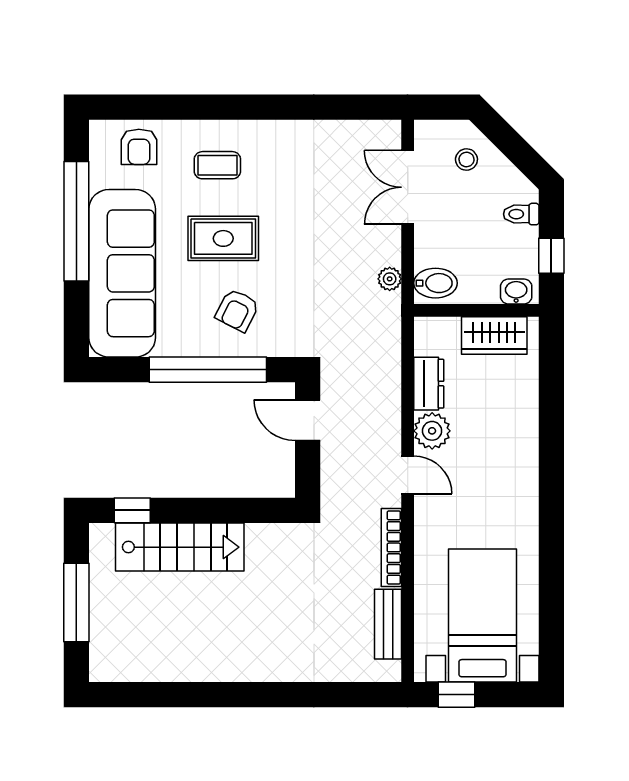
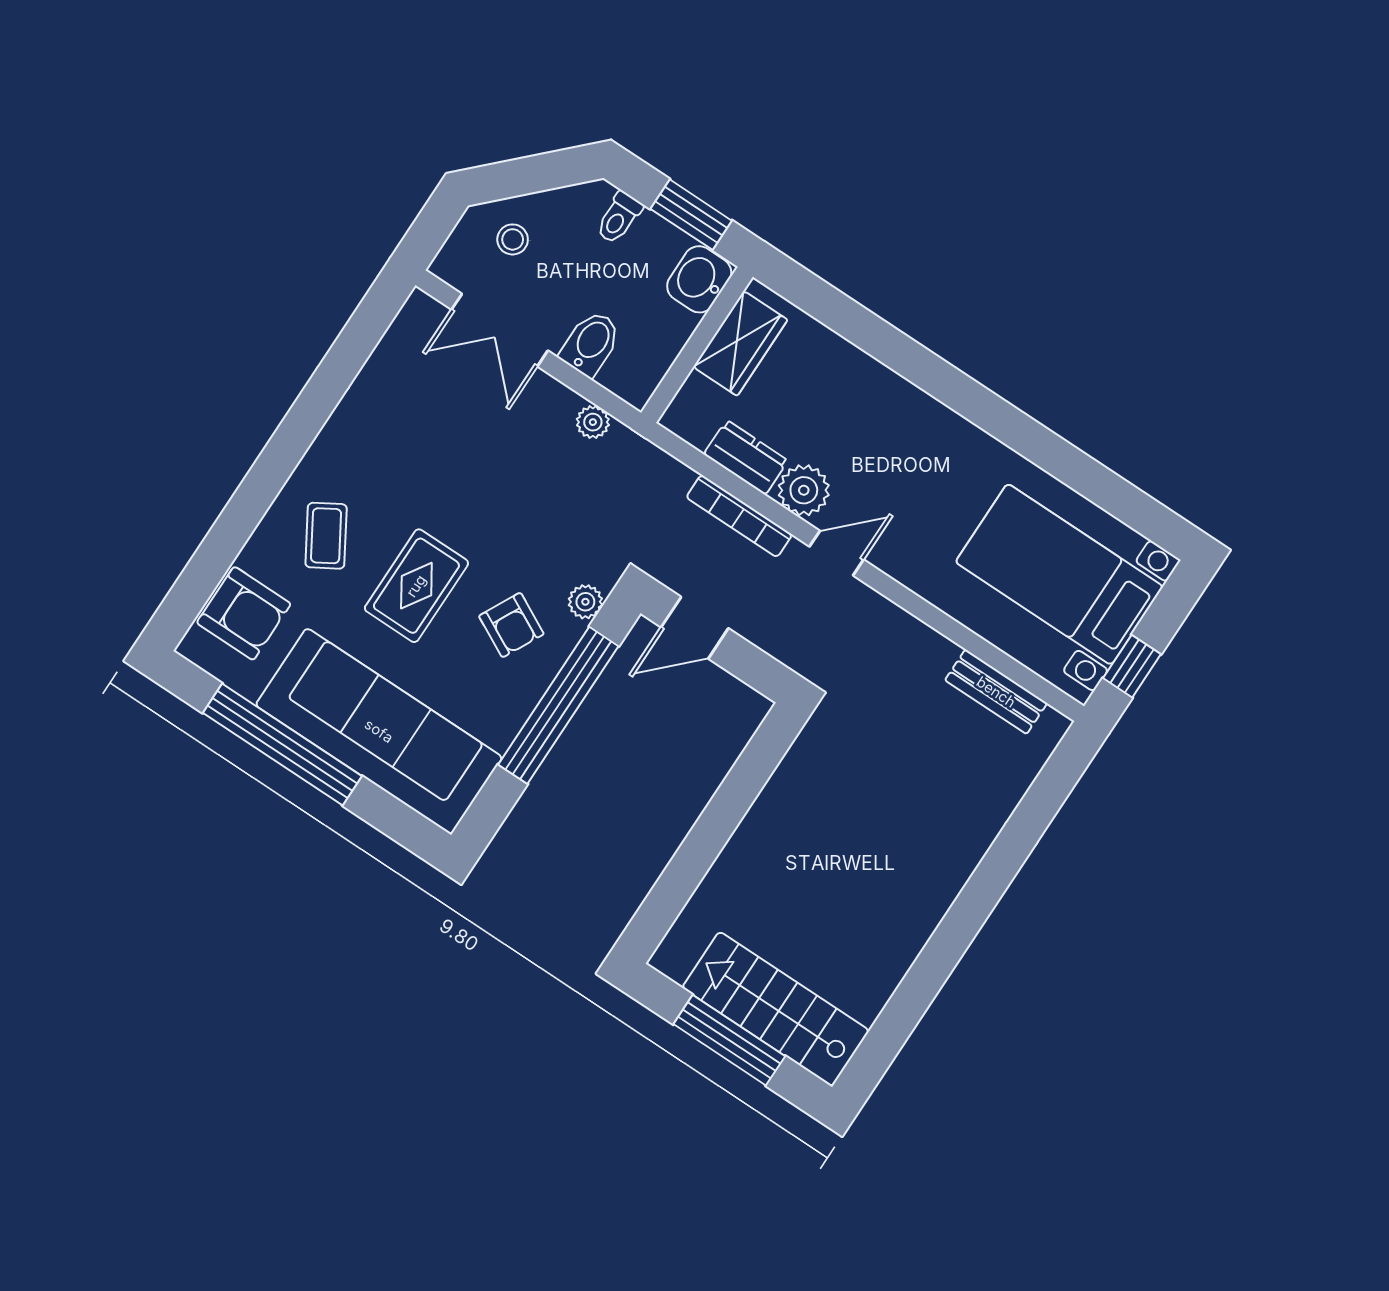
armchair: (139, 147) -> (244, 613), width x1.38, depth x1.38
coffee table: (217, 165) -> (326, 536), turned -31
window: (551, 256) -> (691, 215), width x1.50
bidet: (436, 283) -> (591, 343), moved
washbasin: (516, 292) -> (699, 279), width x1.38, depth x1.45
plant: (280, 345) -> (585, 602), added
window: (132, 510) -> (664, 903), removed
stairs: (180, 547) -> (776, 1009), moved, turned -90
bookcase: (391, 547) -> (739, 516), moved

